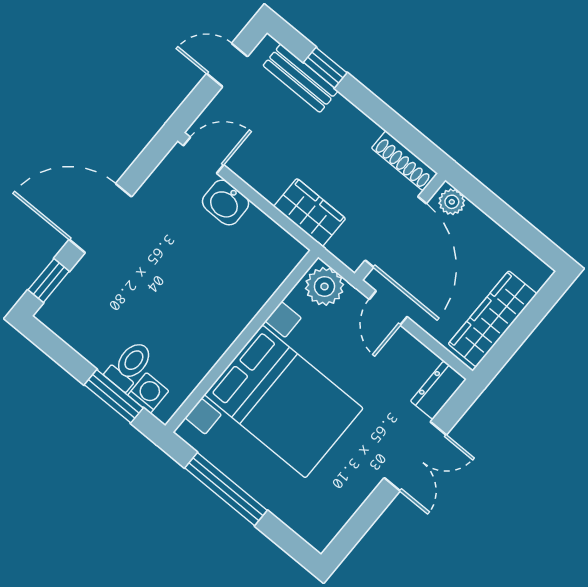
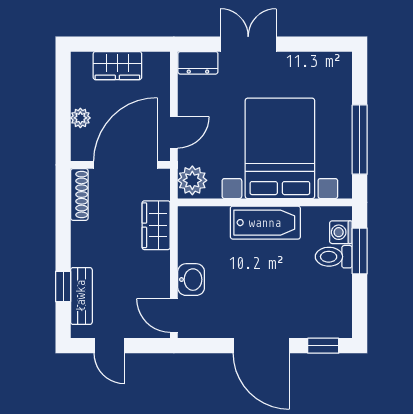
plant: (452, 202) -> (80, 118), moved
wardrobe: (493, 319) -> (117, 66), width x0.67
bathtub: (221, 325) -> (265, 223), added

